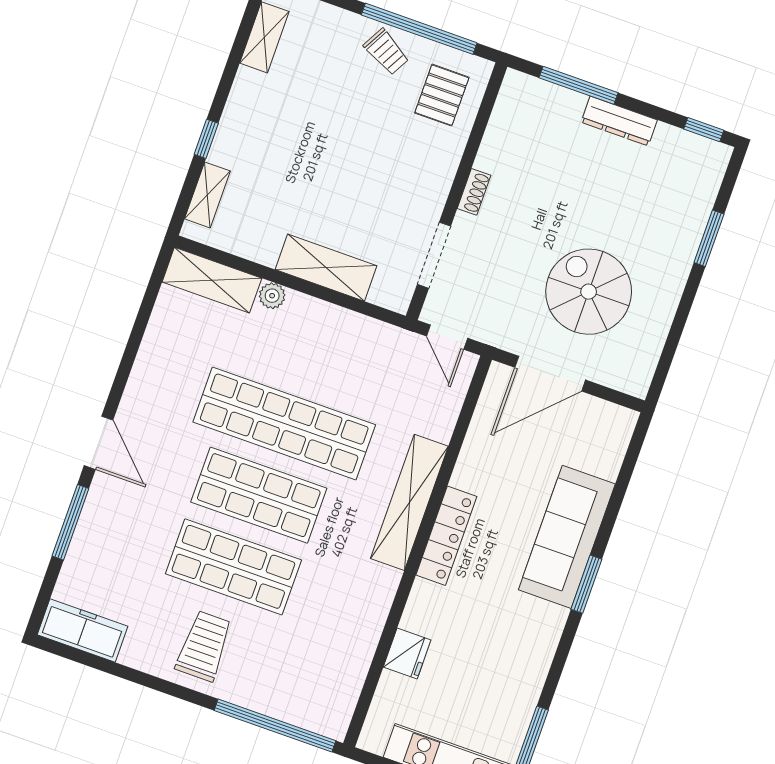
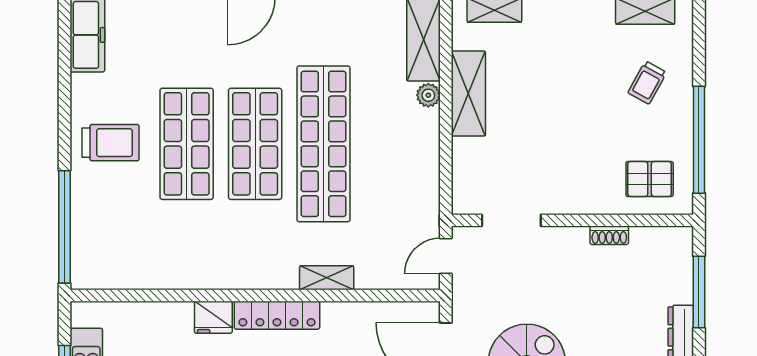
trolley: (386, 52) -> (647, 83), moved
shoe rack: (474, 192) -> (609, 235), moved
shelving: (326, 268) -> (468, 94), moved
shelving: (409, 502) -> (327, 278), width x0.45, depth x0.75
fridge: (407, 653) -> (213, 317), moved

